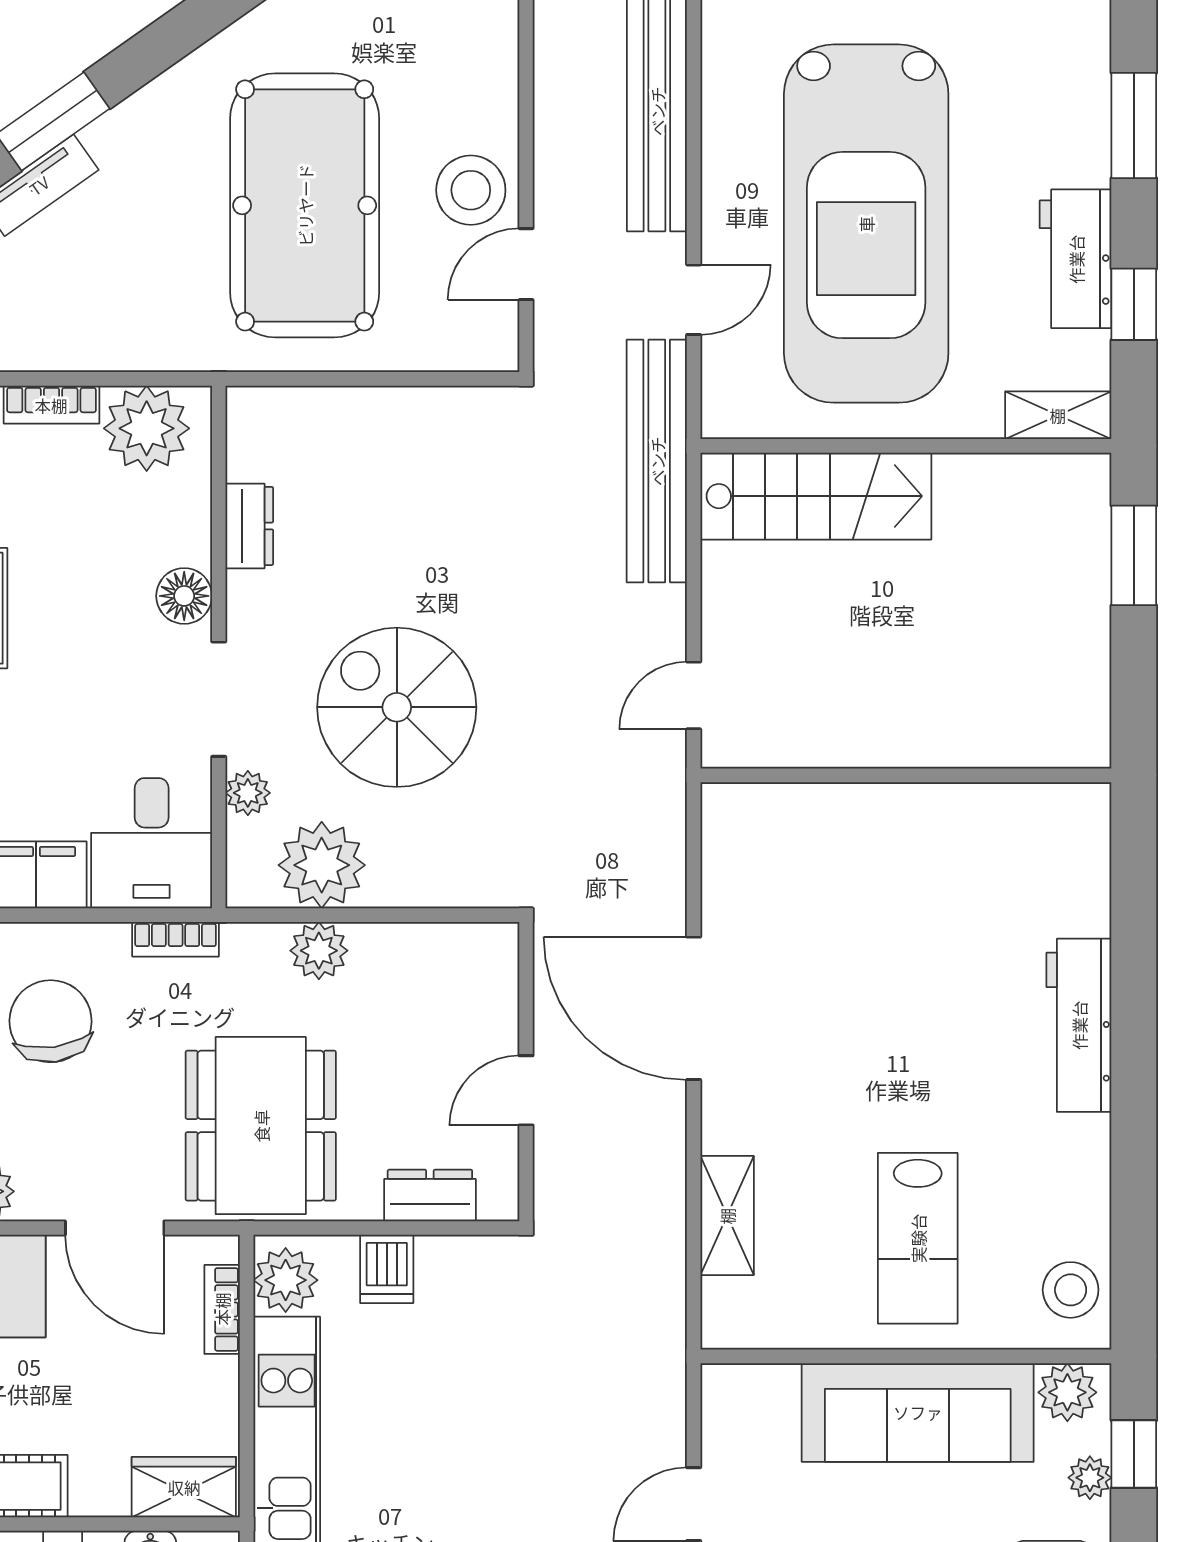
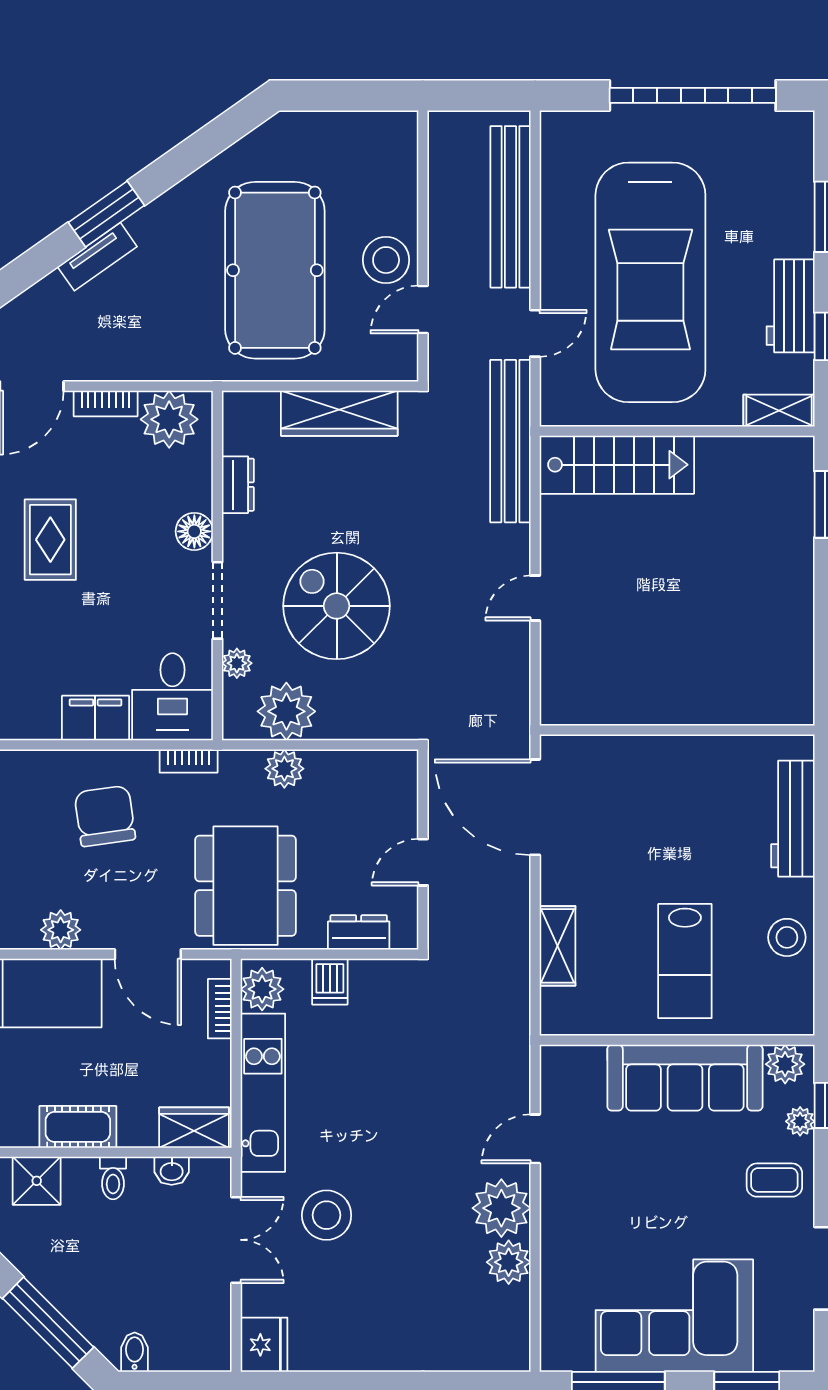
wardrobe: (401, 419) -> (339, 413), added
wall: (906, 775) -> (677, 730), moved
stool: (1071, 1290) -> (787, 937), moved

